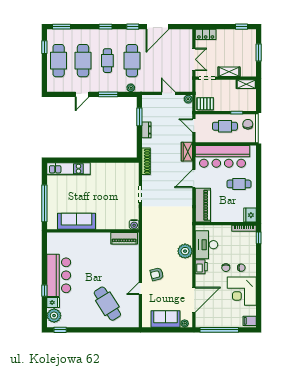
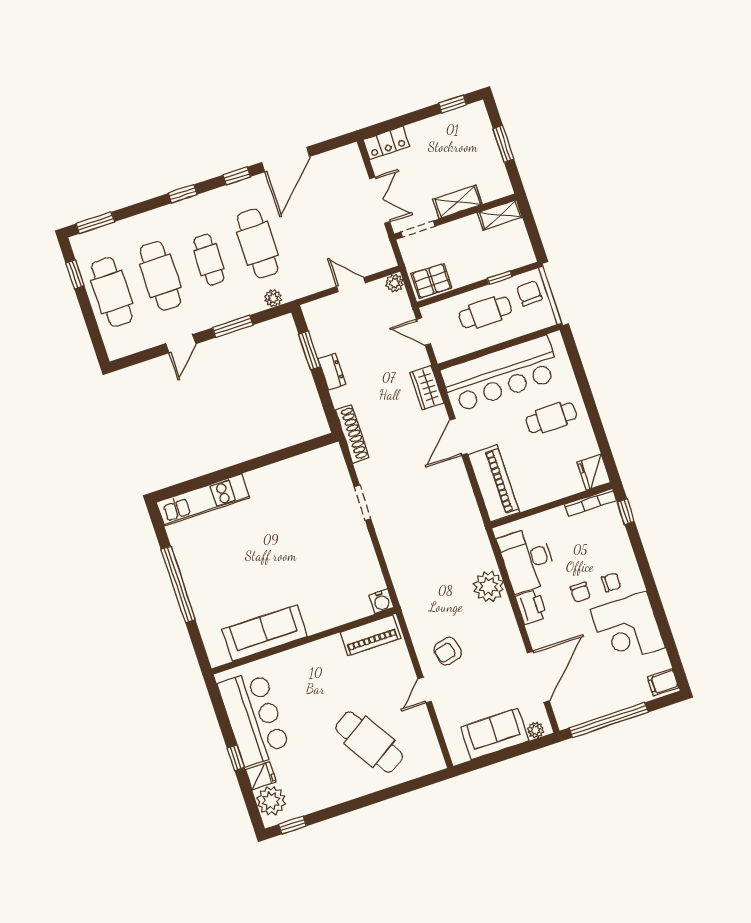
sofa: (76, 221) -> (265, 633), moved
water cooler: (134, 224) -> (381, 601), moved
wall: (93, 231) -> (304, 641), moved
piano: (124, 238) -> (370, 635), moved

